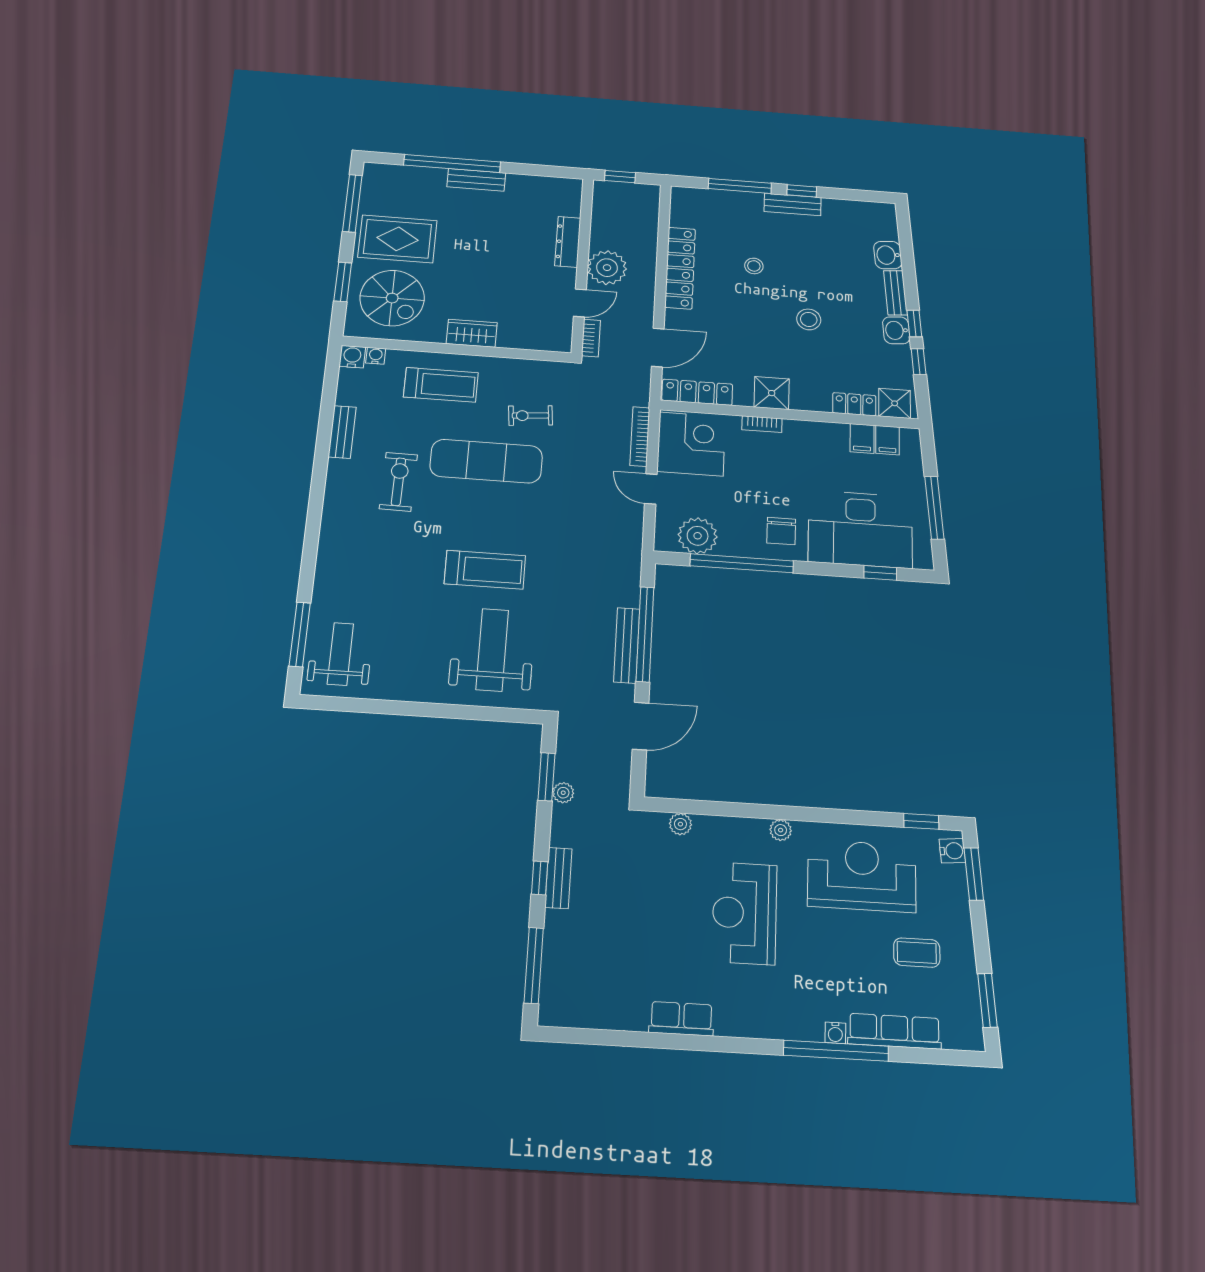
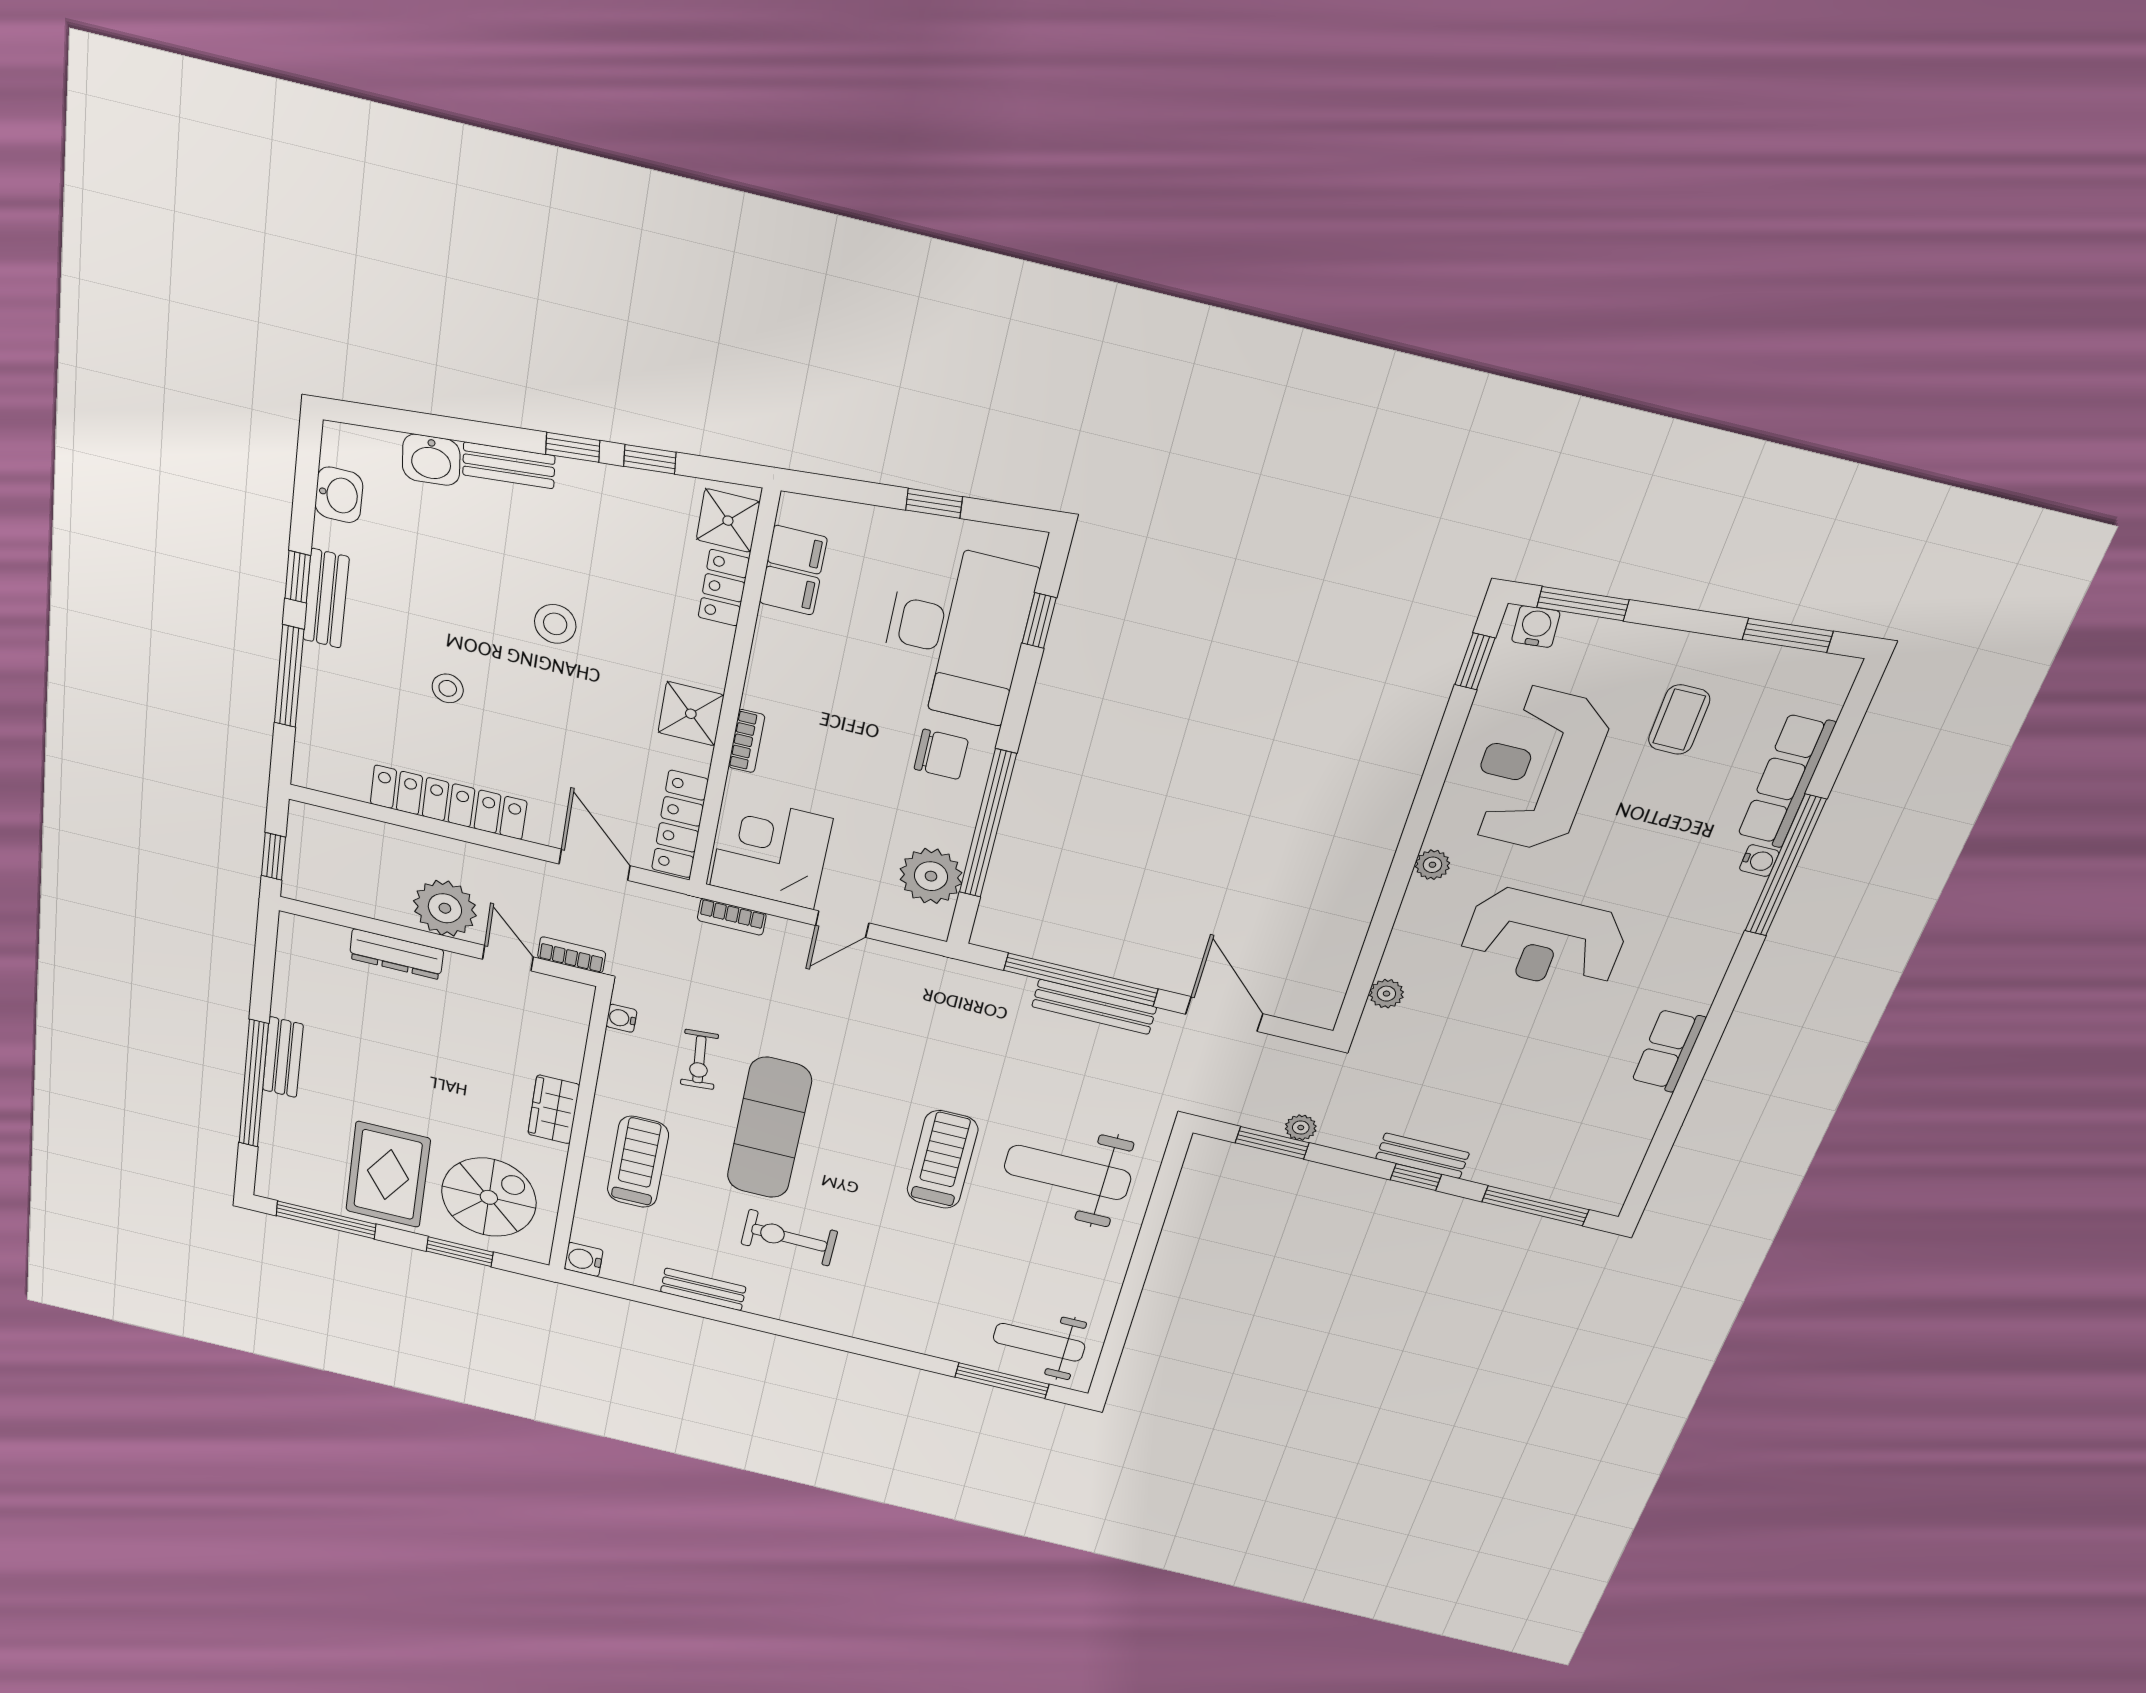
washbasin: (896, 330) -> (339, 495), moved, turned -85
water cooler: (376, 356) -> (621, 1018), moved
bookcase: (640, 436) -> (732, 917), width x0.64
window: (934, 508) -> (934, 503), width x0.46

